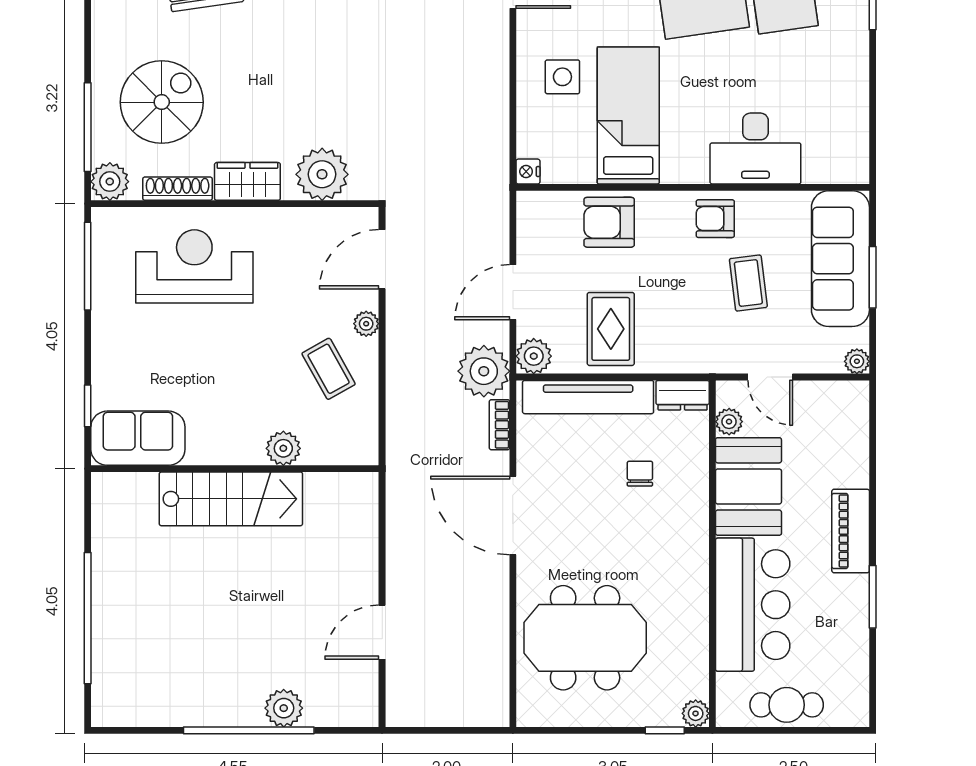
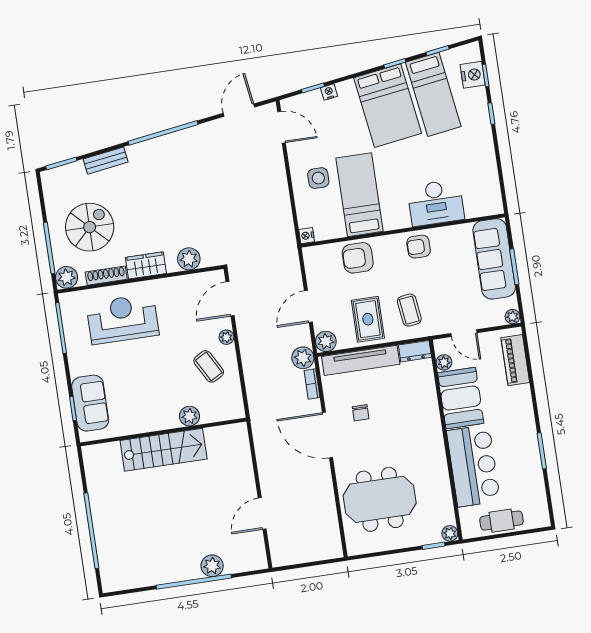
plant: (322, 174) -> (189, 259), width x0.73, depth x0.73
coffee table: (748, 283) -> (409, 310), moved
plant: (484, 371) -> (303, 358), width x0.73, depth x0.73
sofa: (138, 438) -> (90, 403), moved, turned 90
chair: (640, 474) -> (361, 413), moved, turned 180
piano: (851, 531) -> (515, 360), moved

